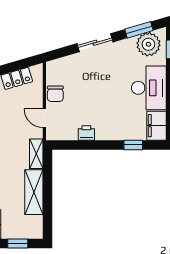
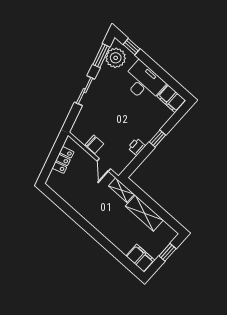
door: (44, 118) -> (104, 165), hinge flipped
window: (133, 145) -> (157, 139), moved

